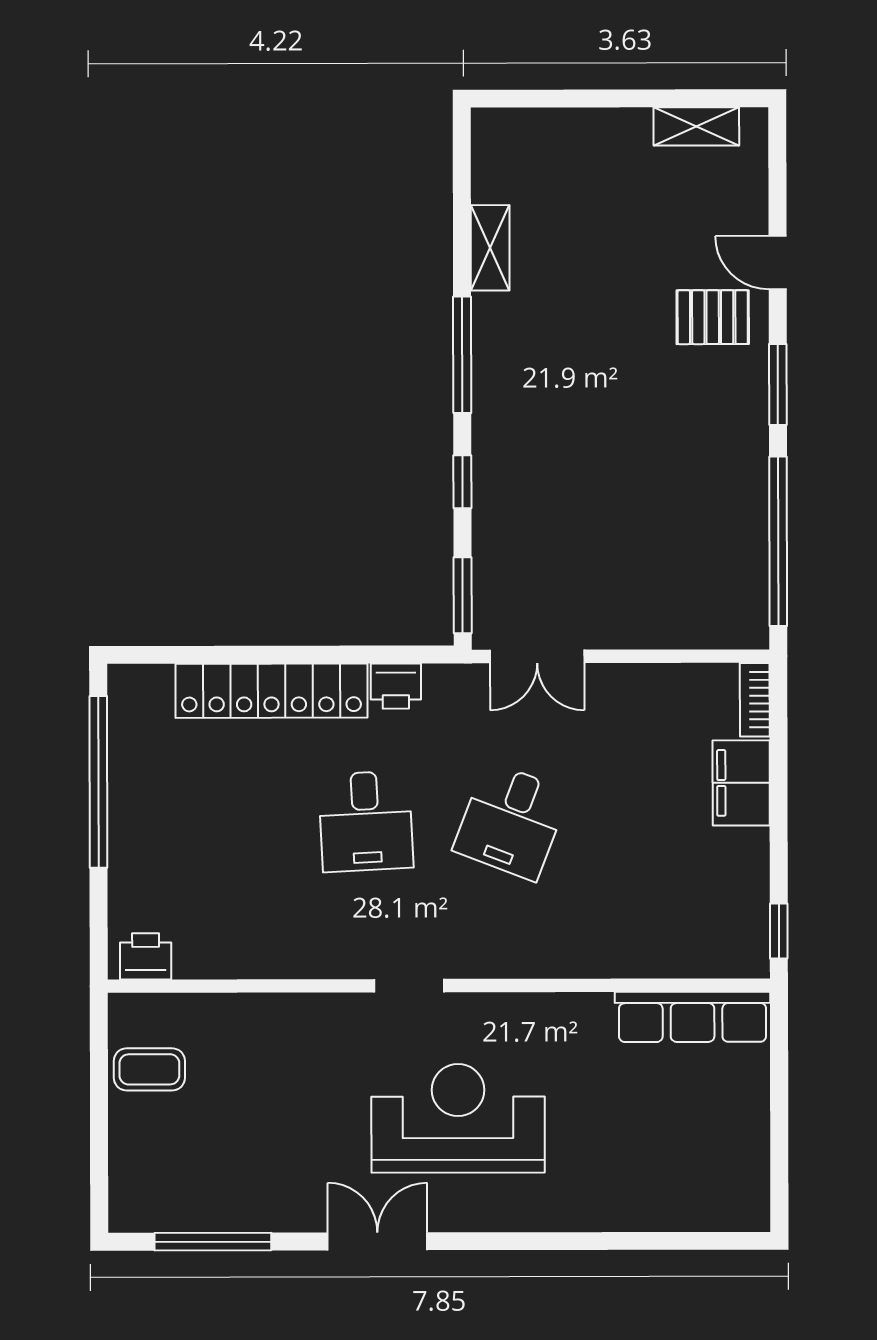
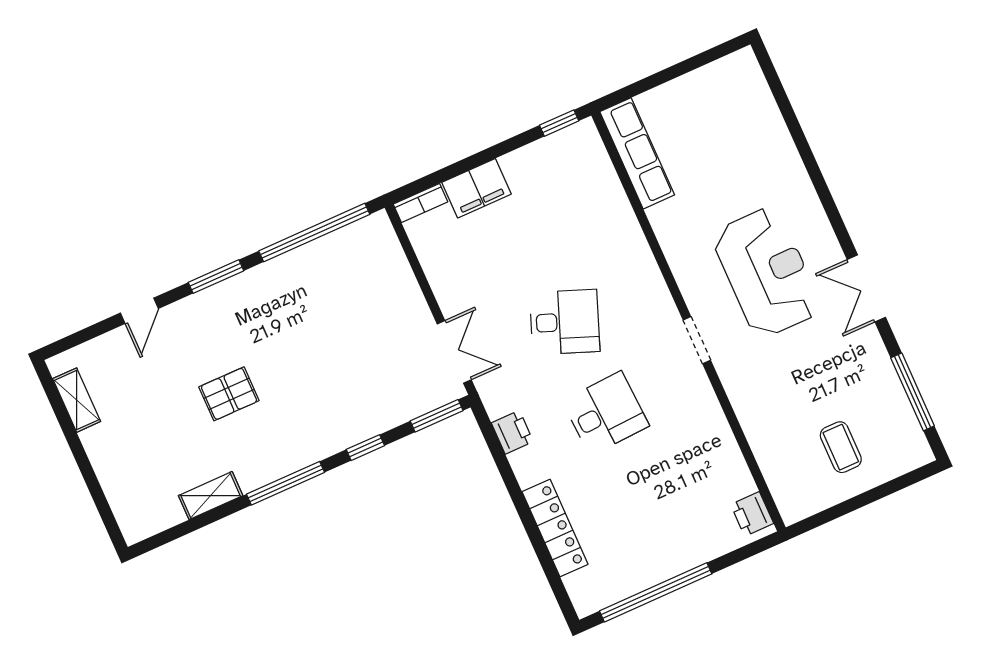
pallet: (713, 317) -> (229, 394), moved, turned 90
locker: (271, 691) -> (555, 528), width x0.71, depth x0.83
coffee table: (149, 1069) -> (841, 447), moved
reception desk: (458, 1118) -> (767, 272), turned 180

